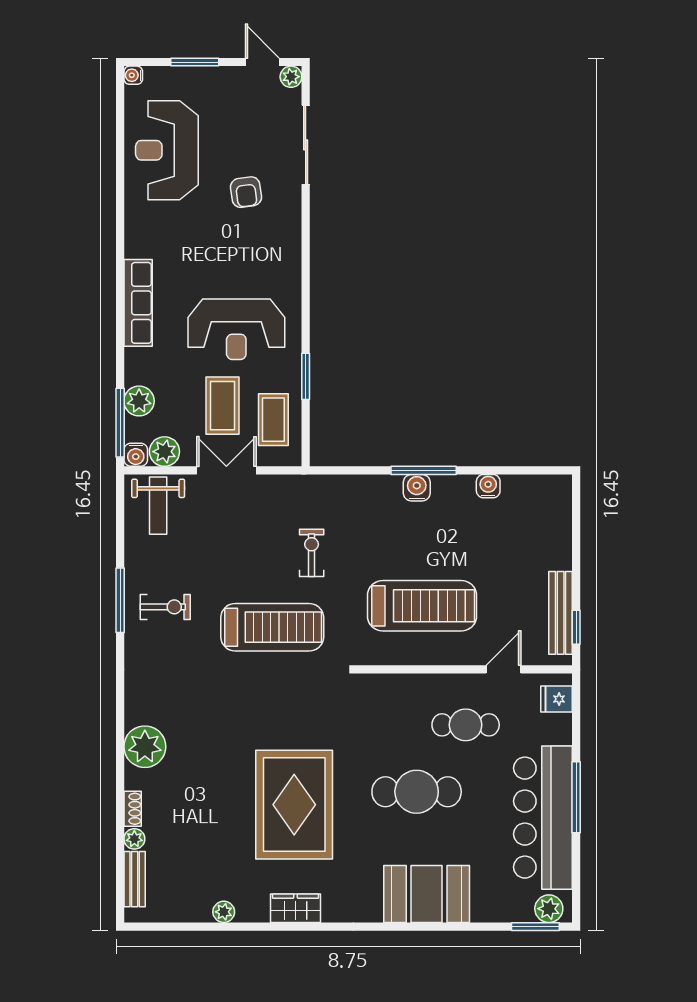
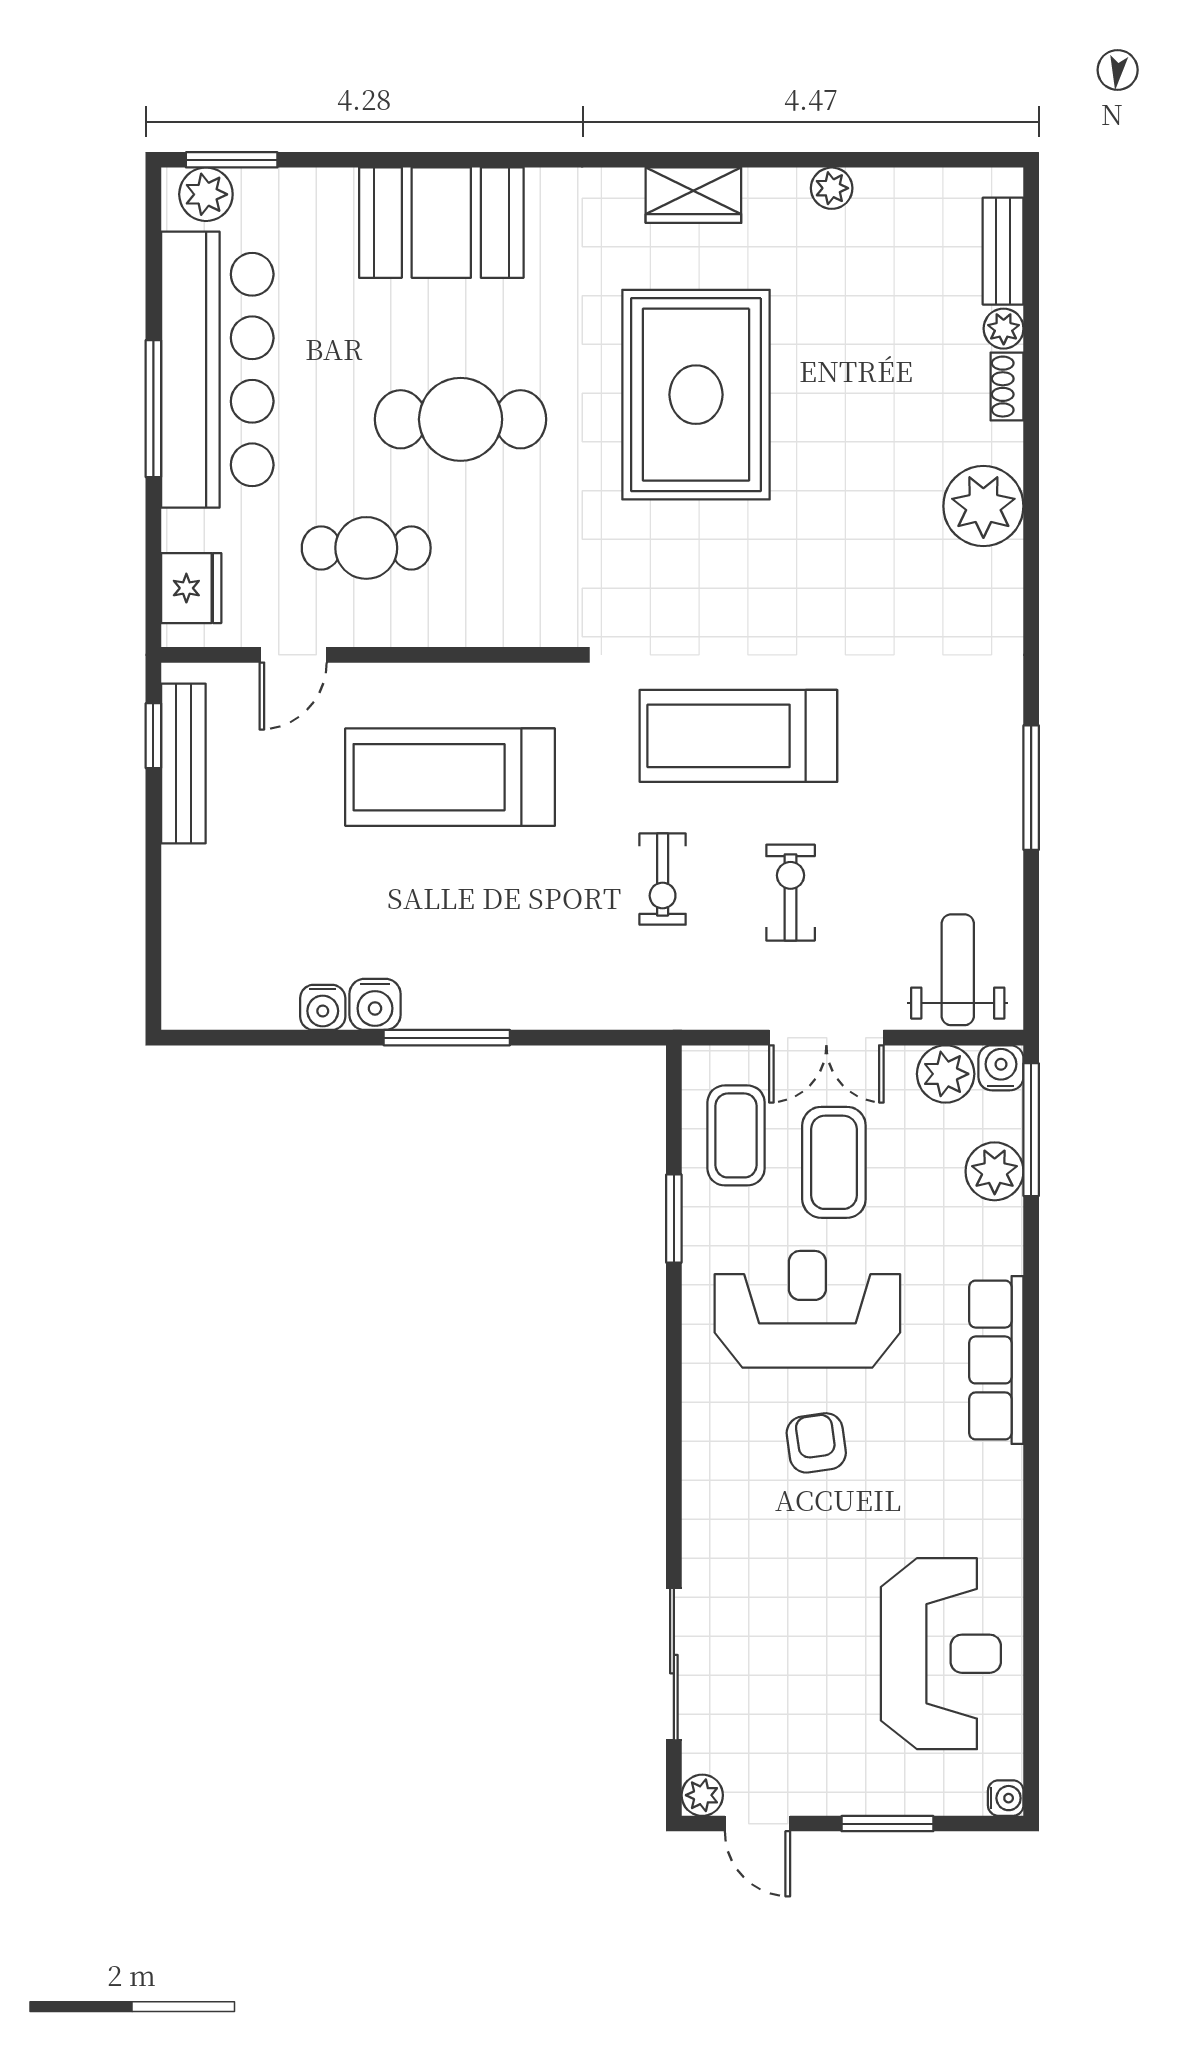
armchair: (246, 192) -> (816, 1443), moved
water cooler: (417, 488) -> (375, 1004), moved
exercise bike: (165, 607) -> (791, 893), moved, turned 90
fridge: (557, 699) -> (191, 588), width x1.38

